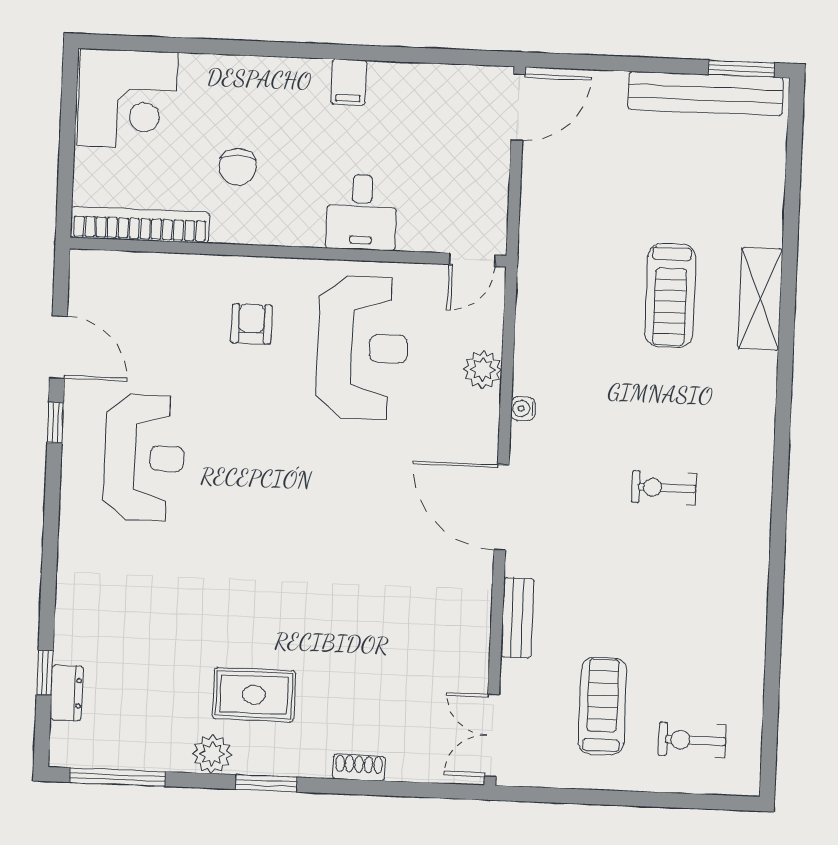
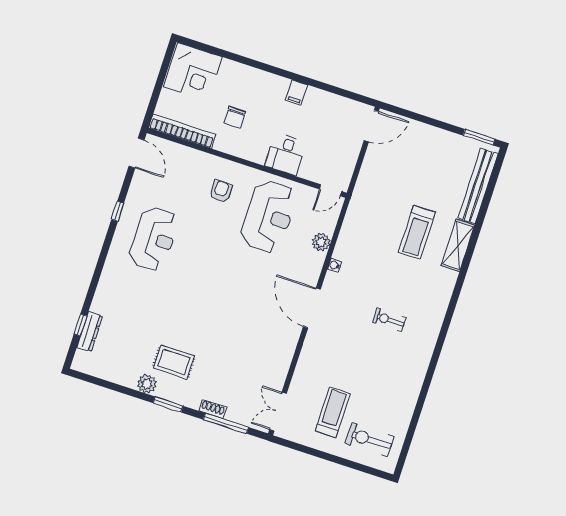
bench: (706, 93) -> (478, 186), moved, turned 90
door: (58, 347) -> (137, 153), moved
bench: (517, 618) -> (305, 361), removed
dresser: (67, 693) -> (90, 332), width x1.44
exercise bike: (692, 740) -> (370, 440), width x1.38, depth x1.39
window: (117, 777) -> (226, 423), moved

